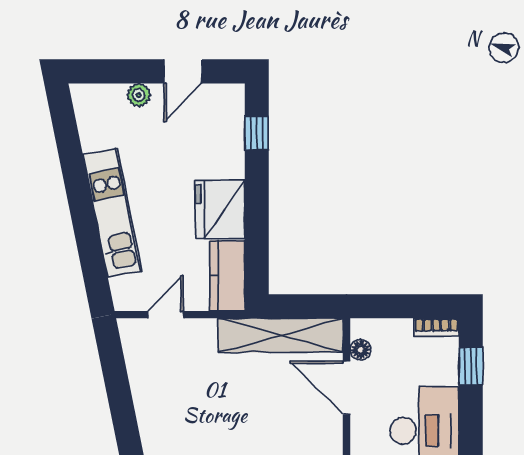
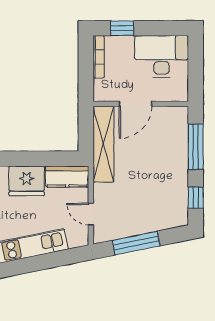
bookcase: (436, 327) -> (99, 57), width x1.56
floor lamp: (360, 350) -> (112, 95), removed
window: (118, 389) -> (136, 243), added

